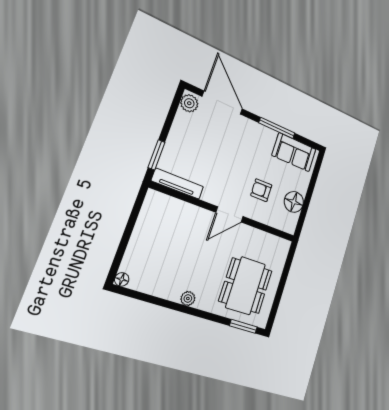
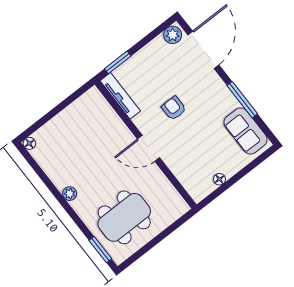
armchair: (261, 190) -> (174, 108), moved
floor lamp: (294, 202) -> (219, 179), width x0.53, depth x0.53

